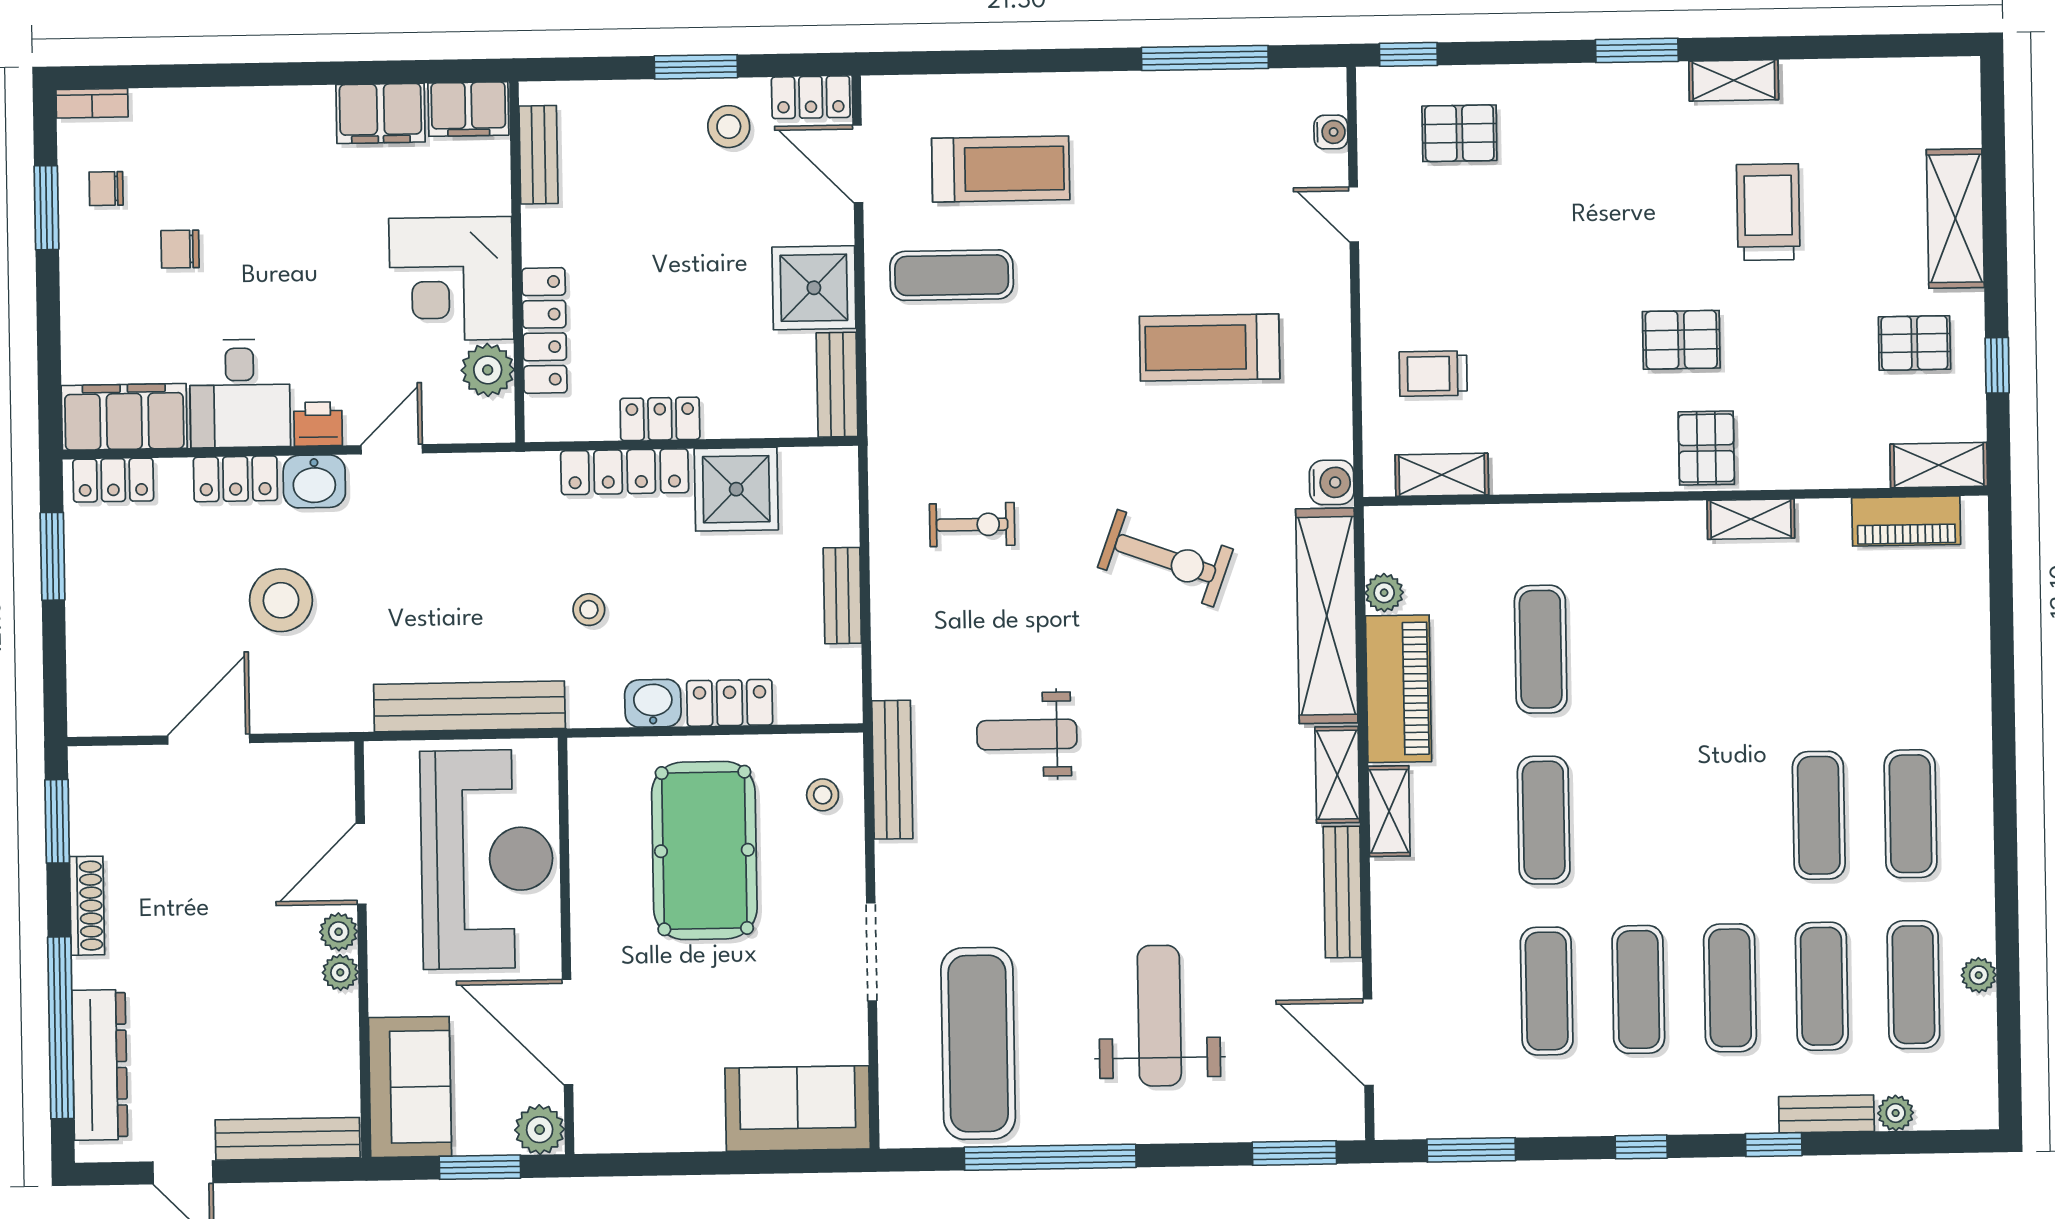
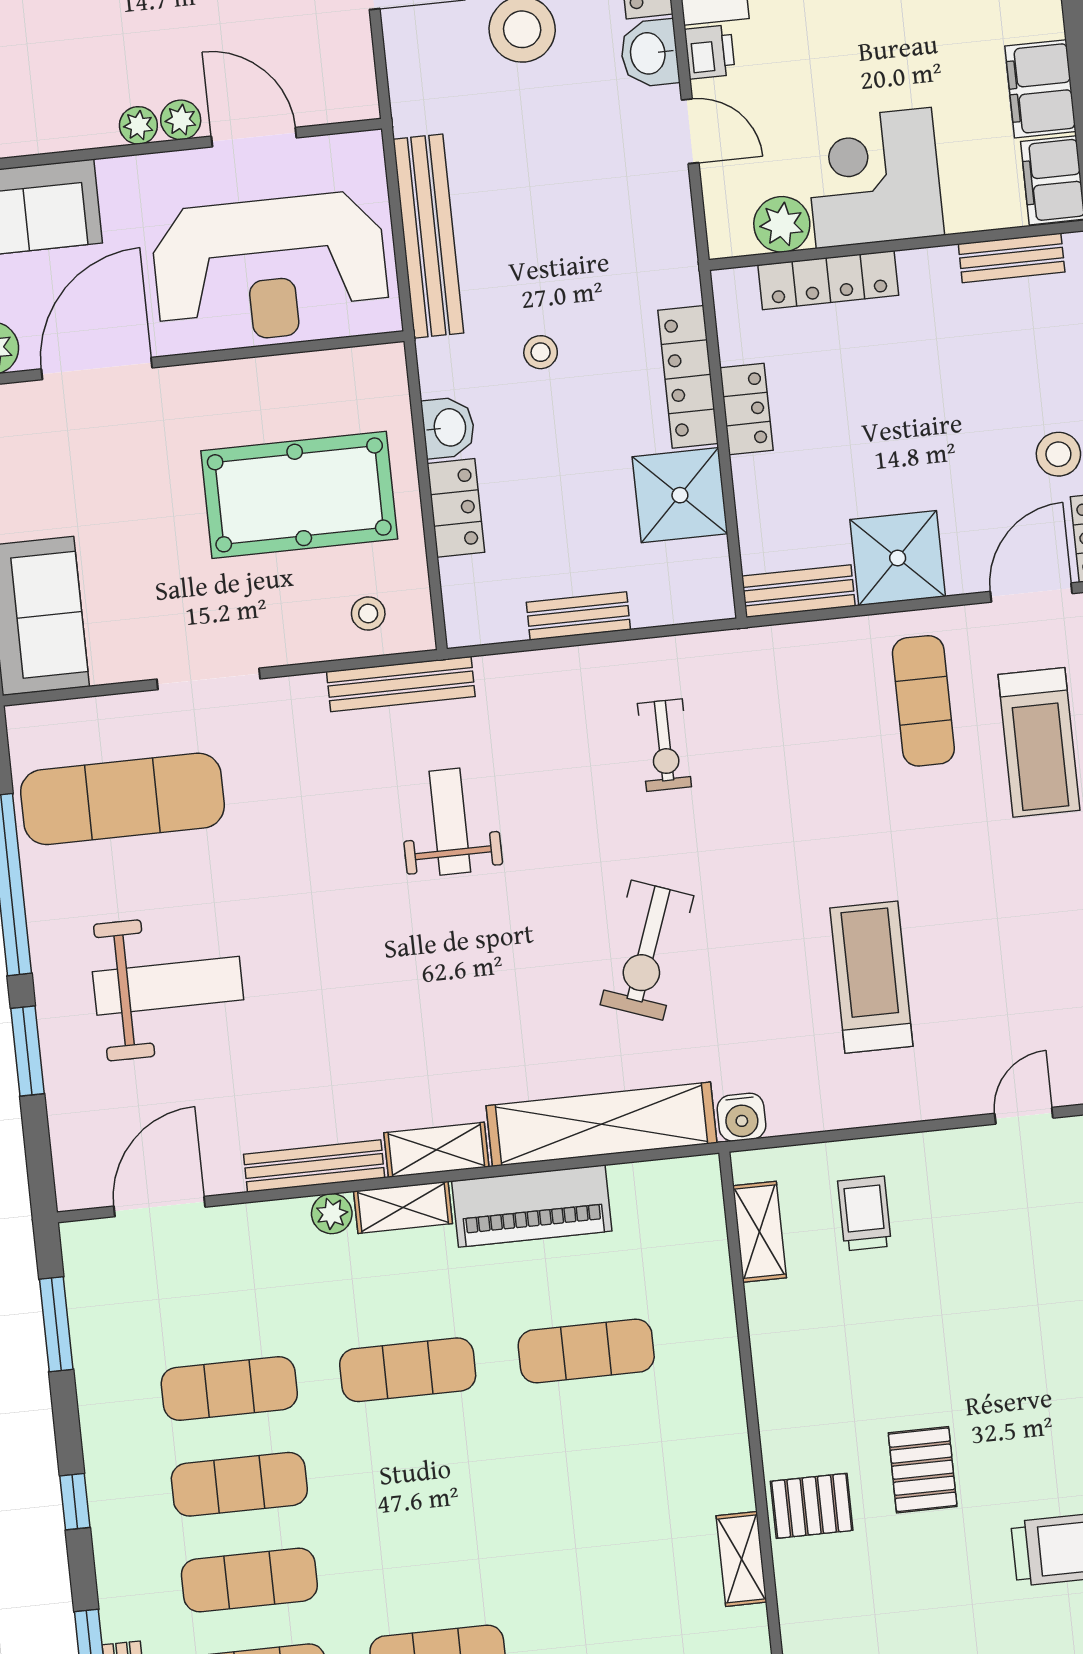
plant: (1384, 593) -> (332, 1214), moved
window: (1294, 1153) -> (28, 1051), moved

